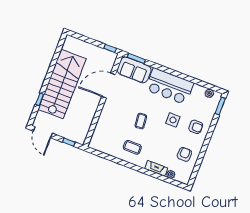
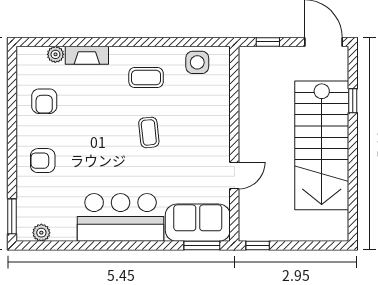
door: (109, 86) -> (234, 175), width x0.53
side table: (173, 120) -> (197, 62), moved

